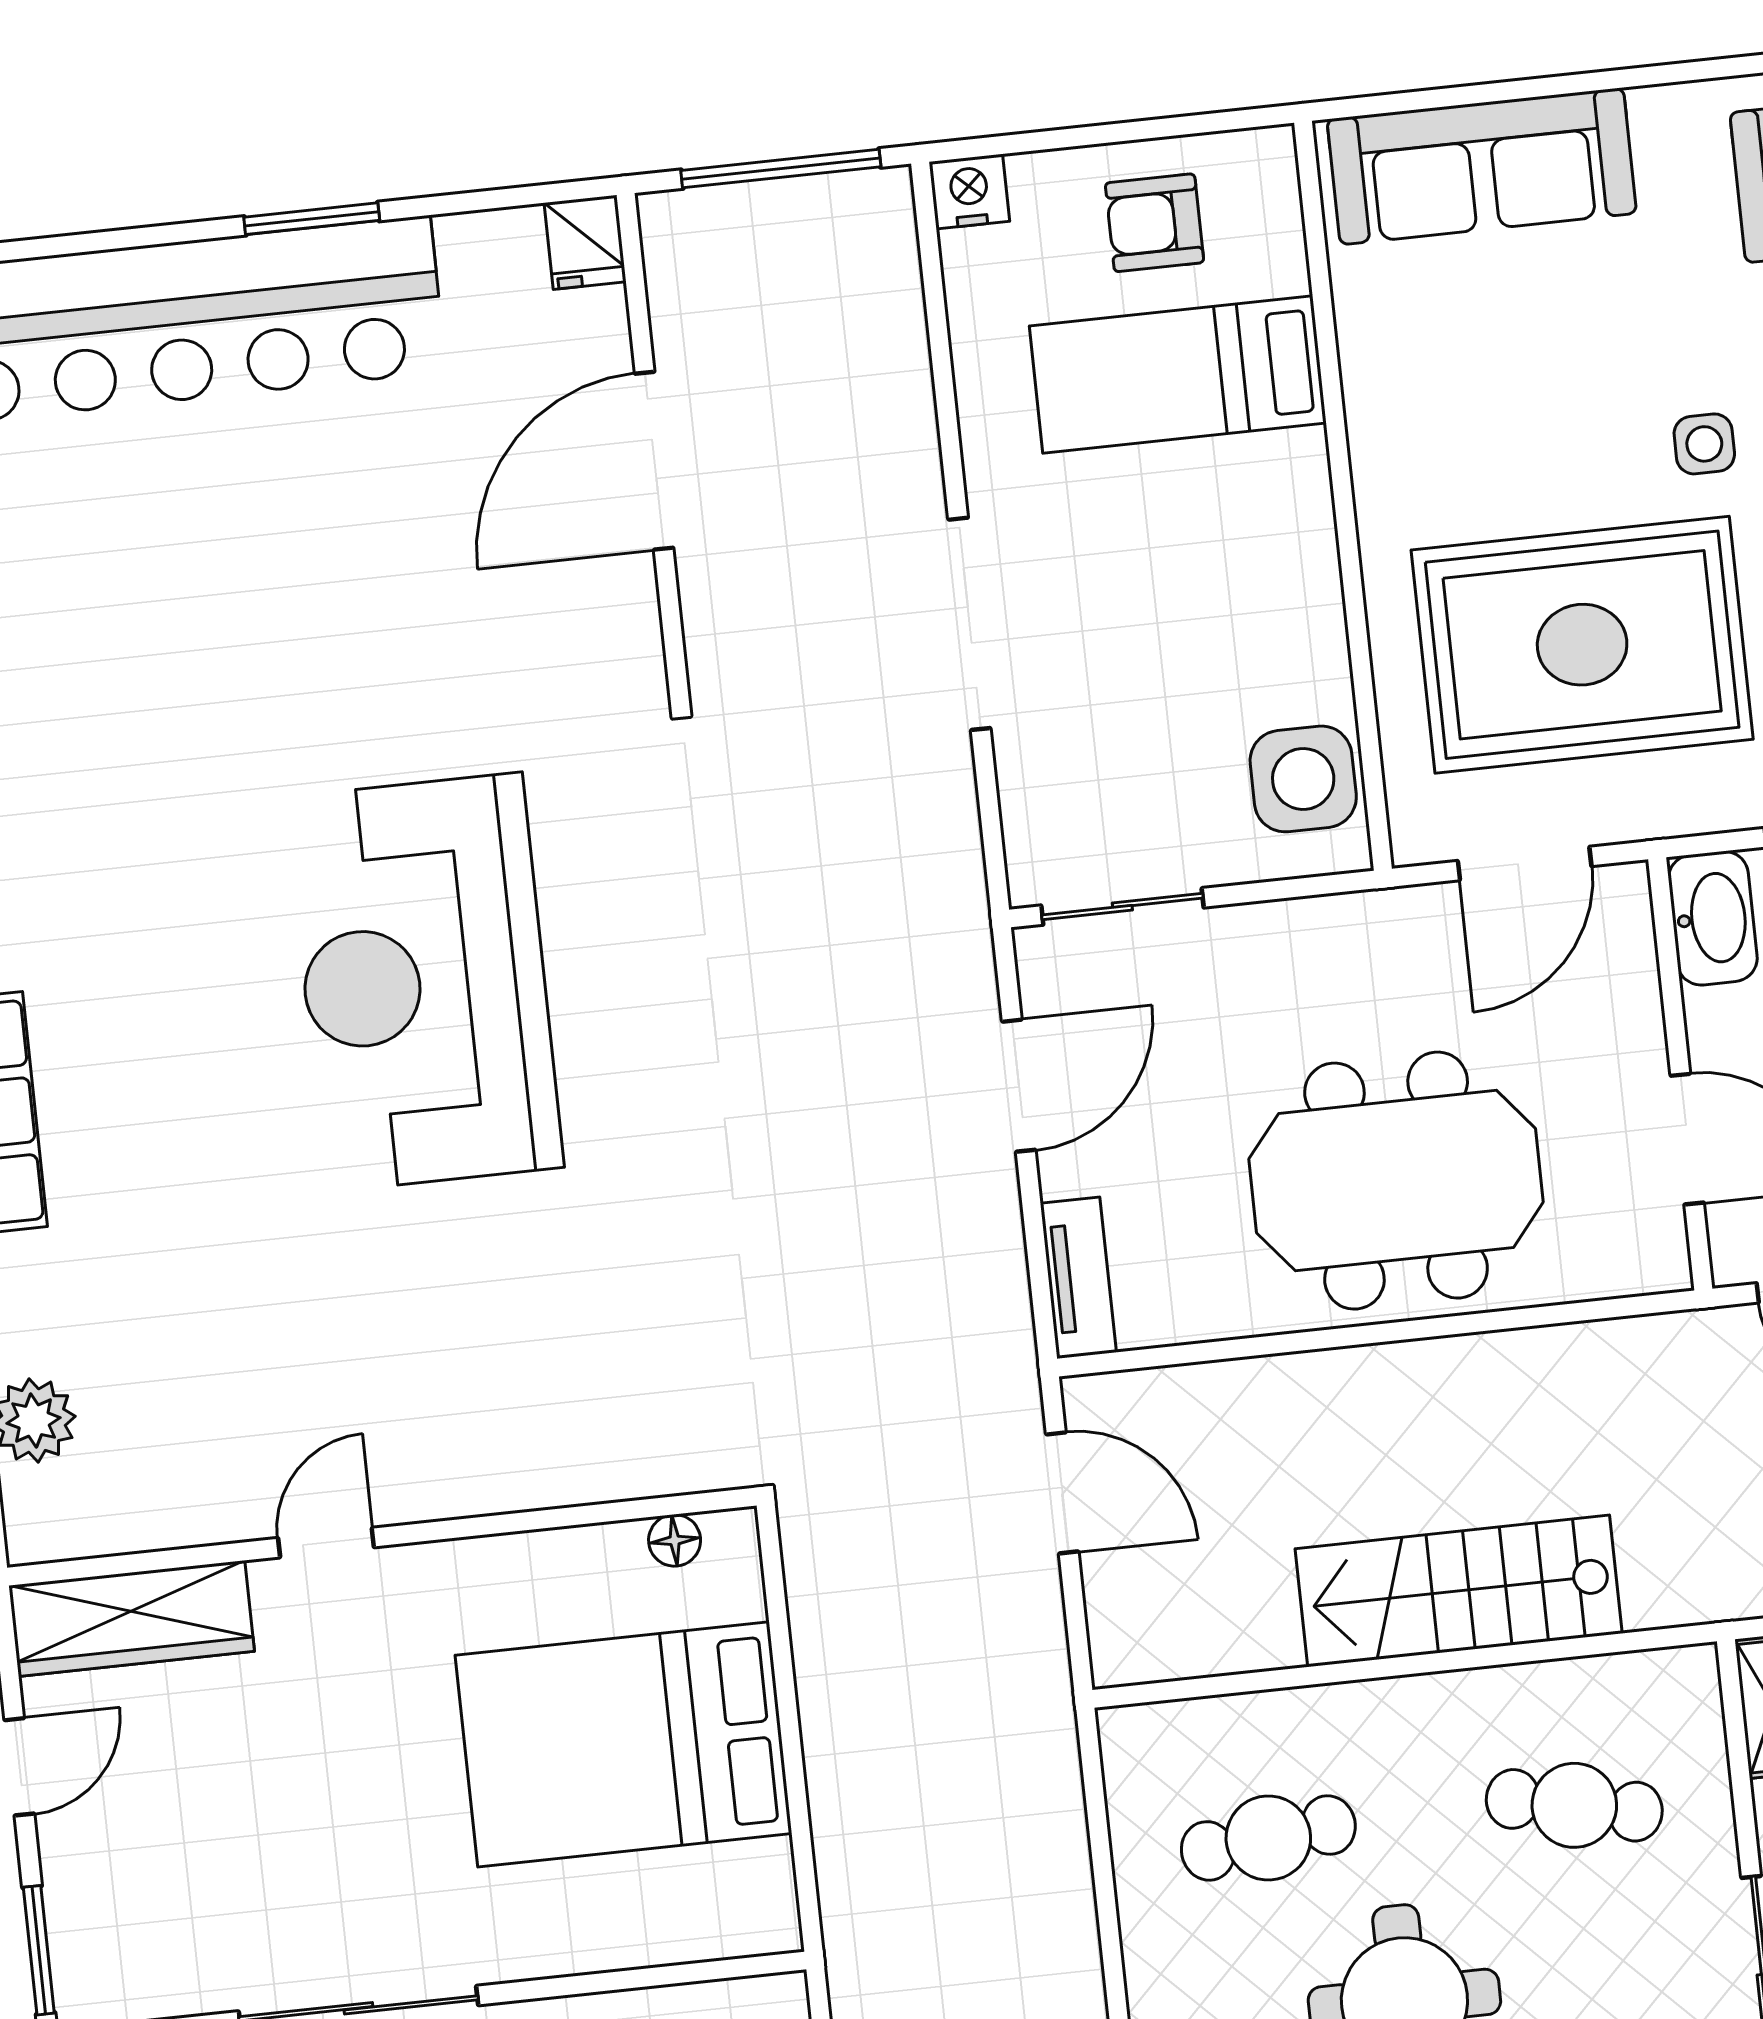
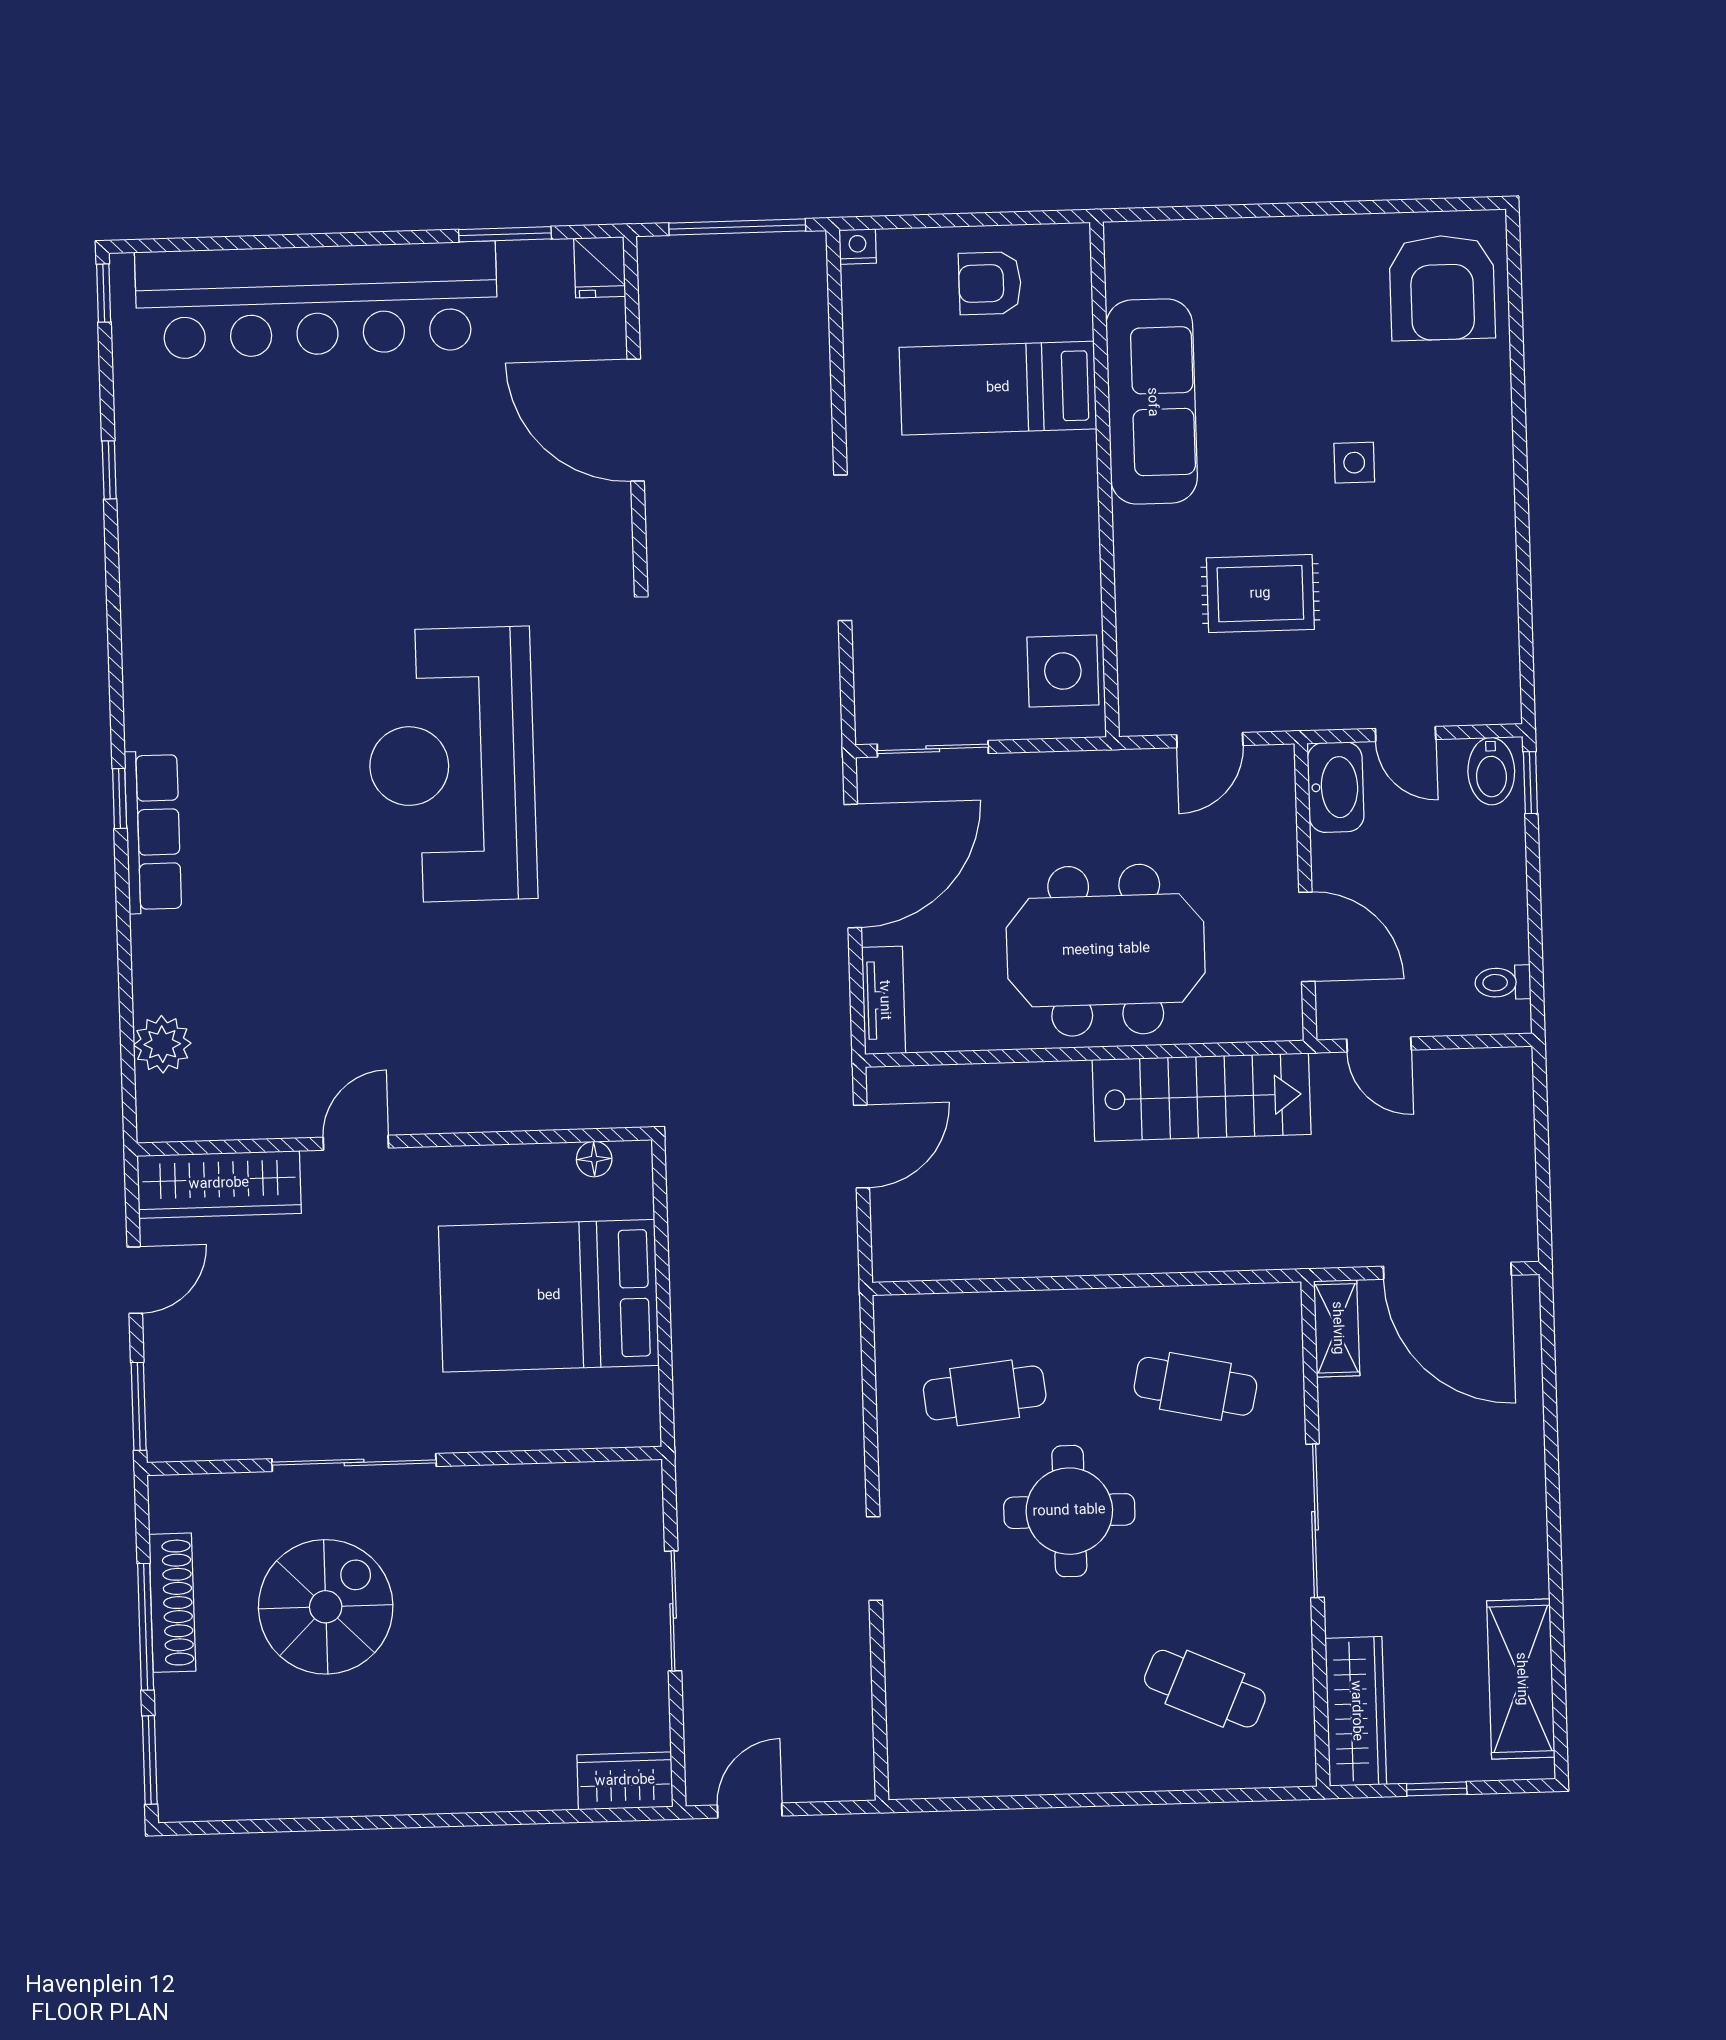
sofa: (1482, 166) -> (1152, 402), moved, turned -90
nightstand: (969, 192) -> (858, 247), width x0.72, depth x0.74
window: (312, 219) -> (505, 234), moved
door: (654, 461) -> (636, 420), hinge flipped
rug: (1582, 645) -> (1260, 594), width x0.54, depth x0.49
door: (1525, 863) -> (1210, 740), width x0.73
door: (1019, 1086) -> (853, 866), width x1.36
door: (1062, 1493) -> (862, 1147), hinge flipped
stairs: (1459, 1591) -> (1202, 1097), moved, turned 180

